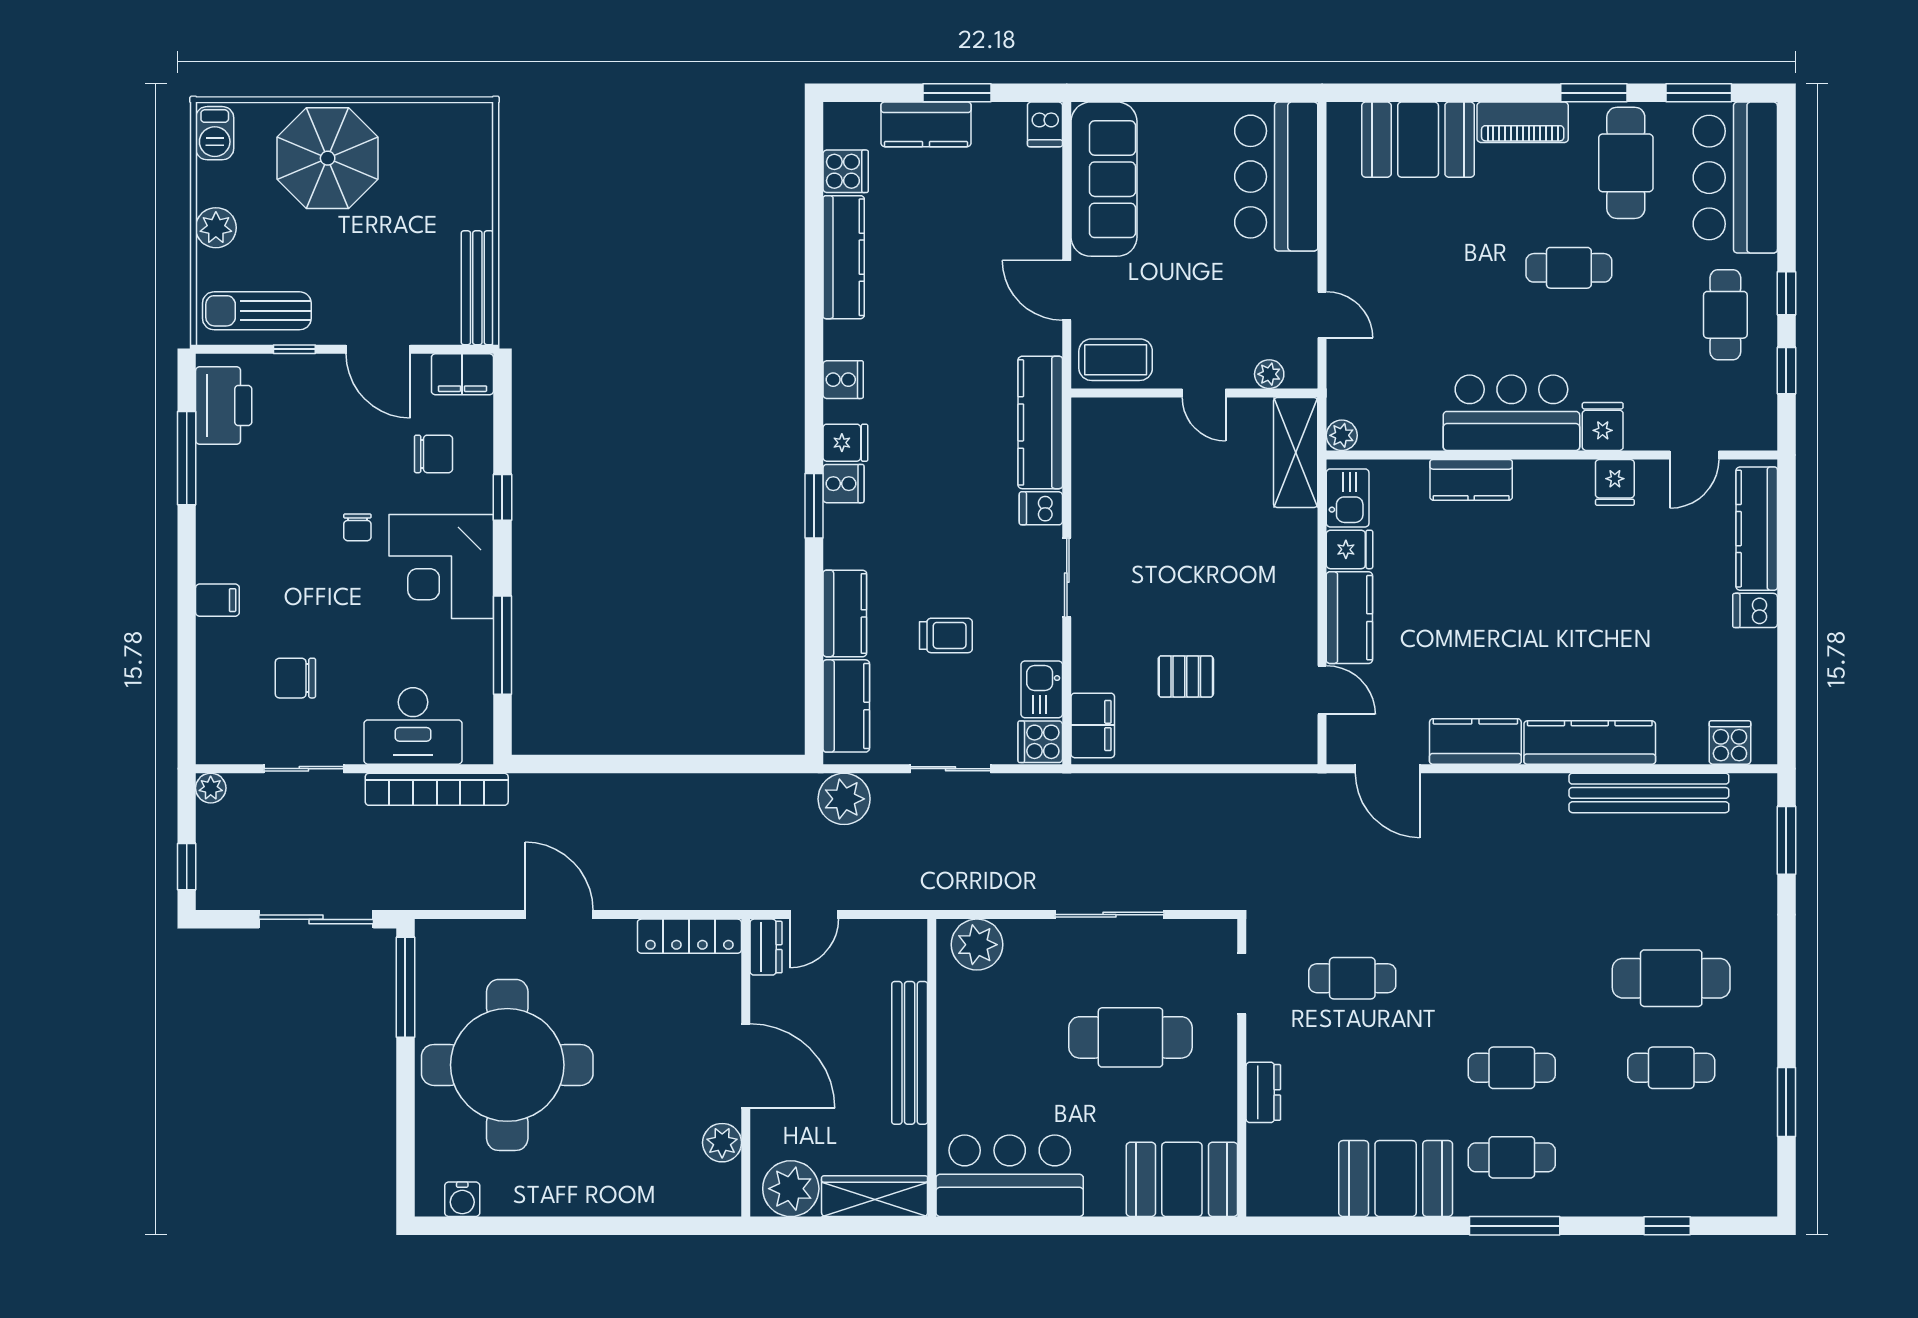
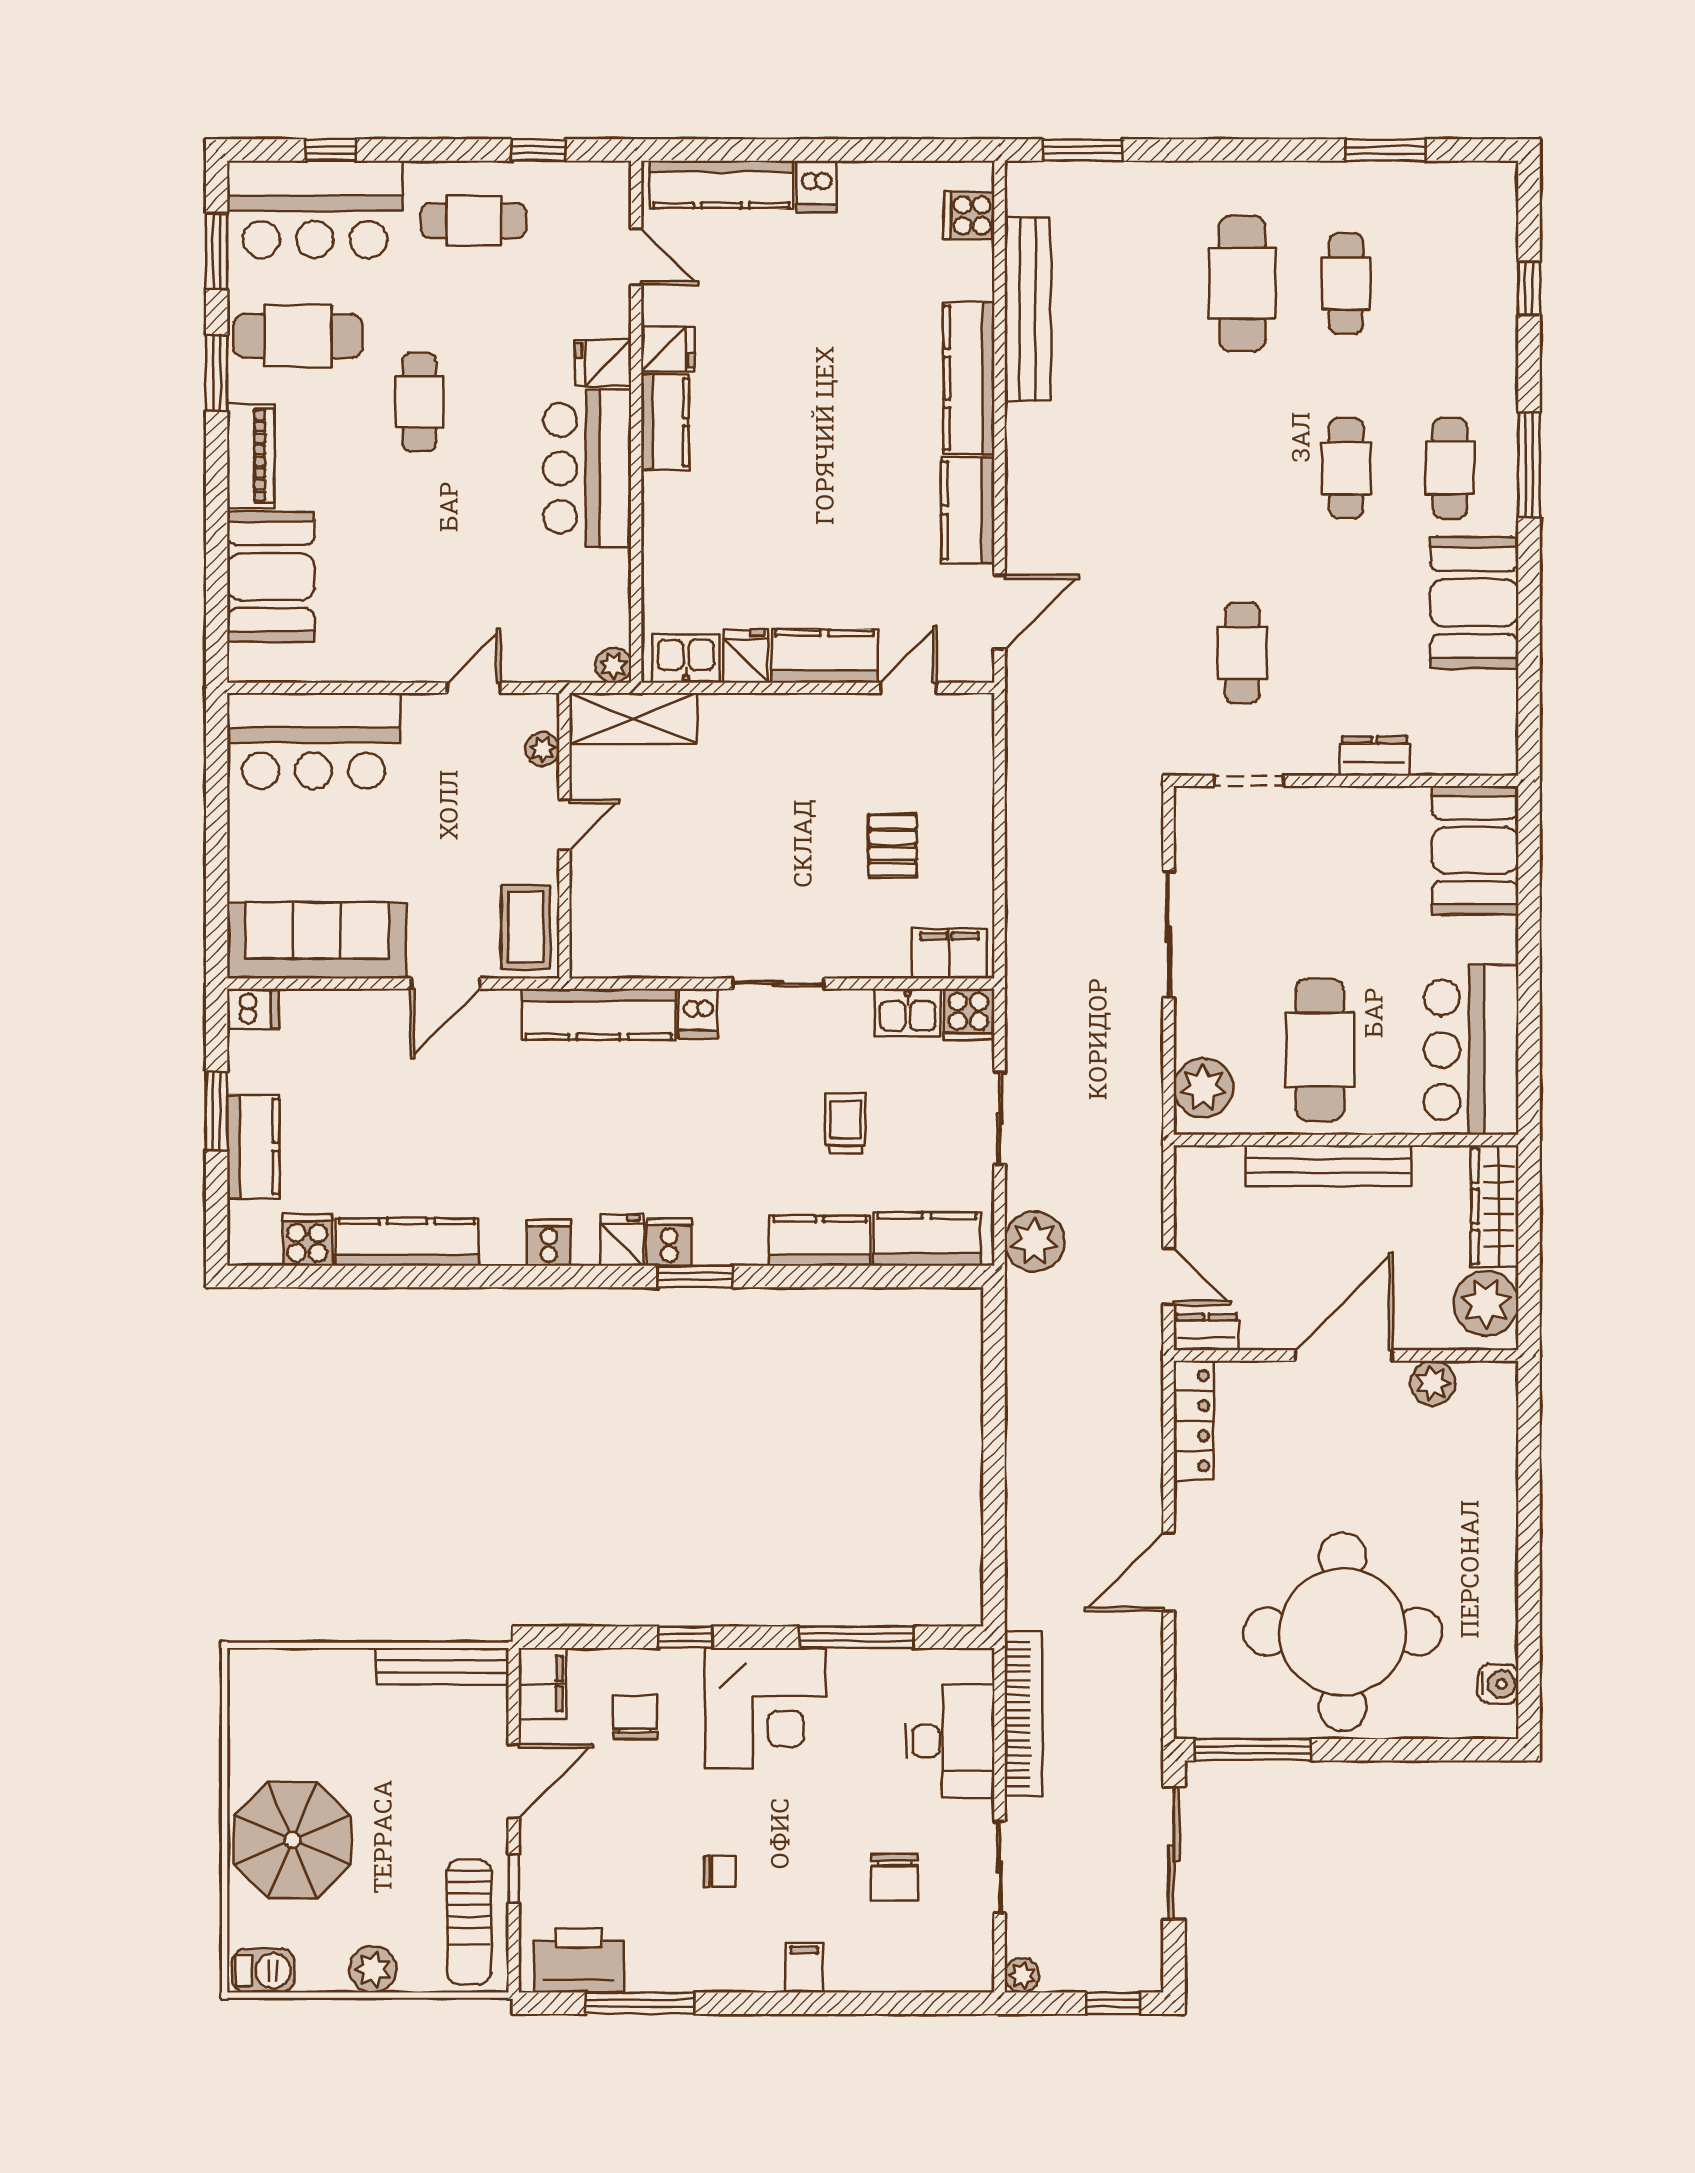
window: (1786, 293) -> (331, 150), moved
kitchen counter: (1471, 480) -> (665, 422), moved
chair: (357, 527) -> (720, 1871), moved
cafe table: (1130, 1037) -> (1320, 1050), moved

